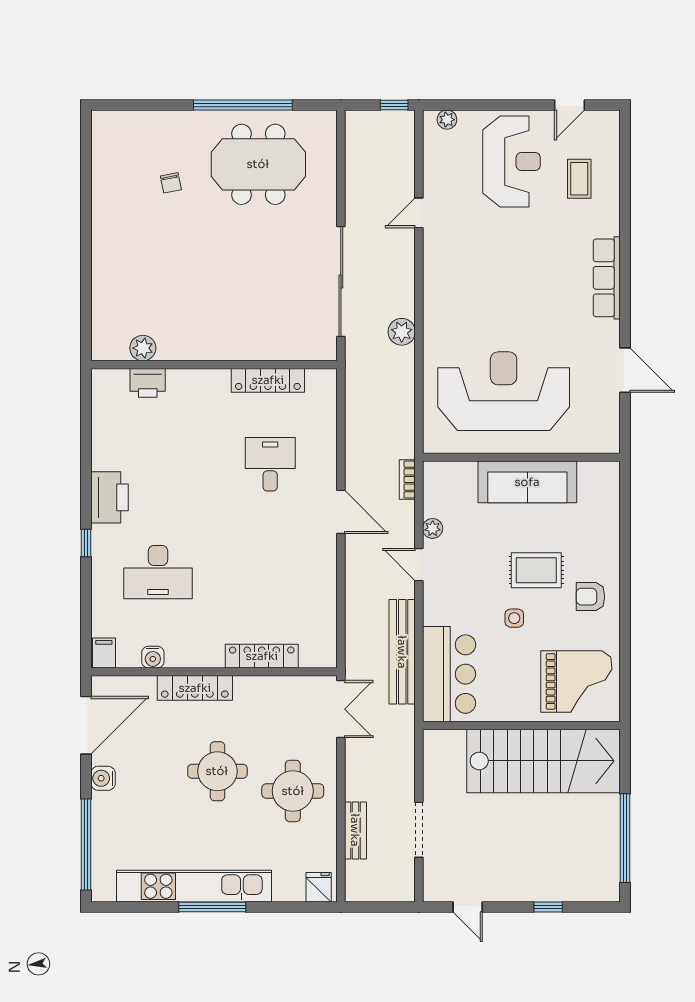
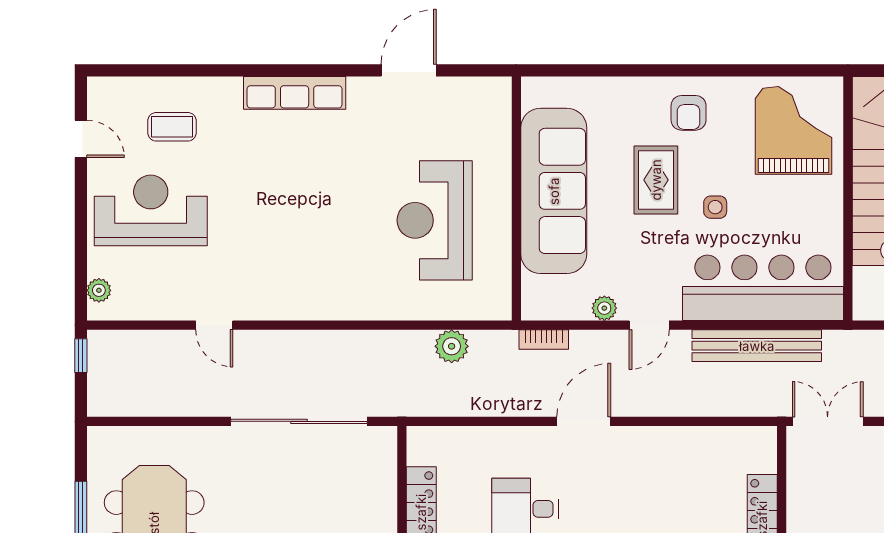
plant: (402, 332) -> (452, 346), moved
reception desk: (504, 391) -> (435, 220), width x0.74, depth x0.77
sofa: (527, 482) -> (554, 191), width x1.36, depth x1.27
bar counter: (449, 674) -> (763, 288), width x1.36

